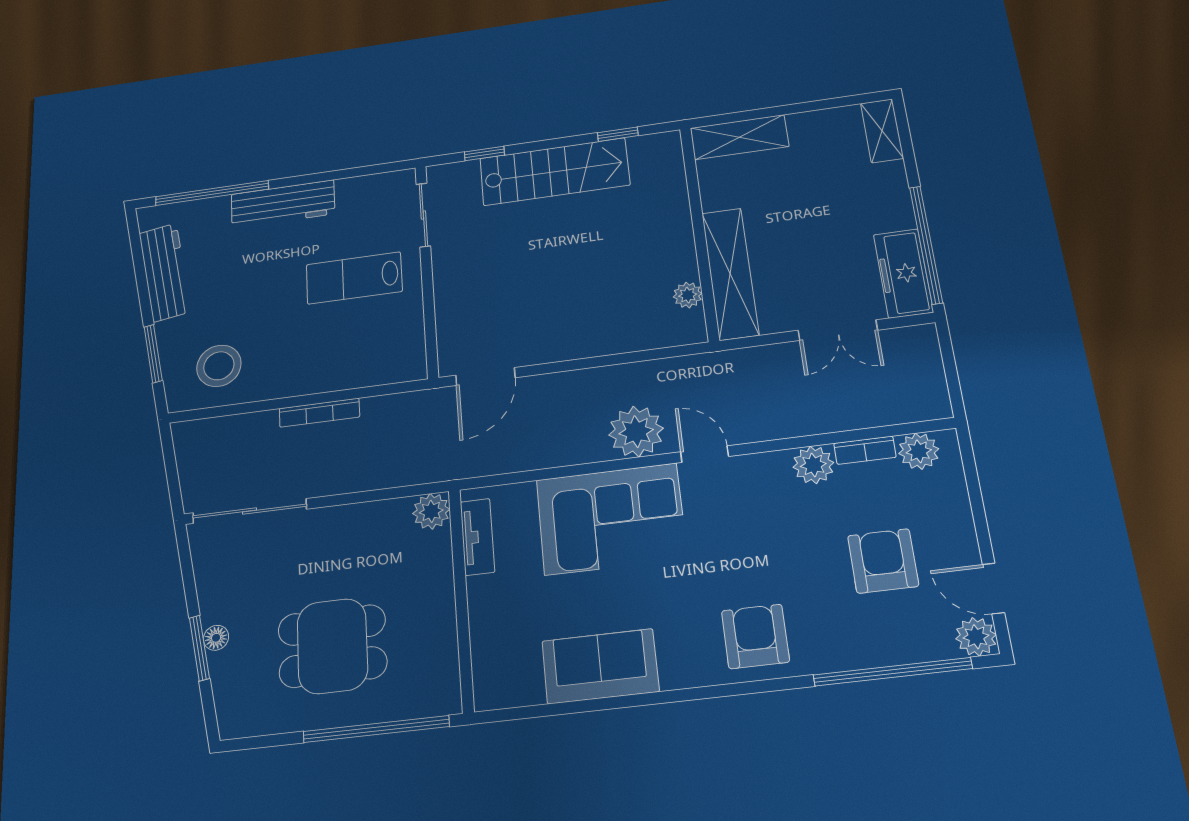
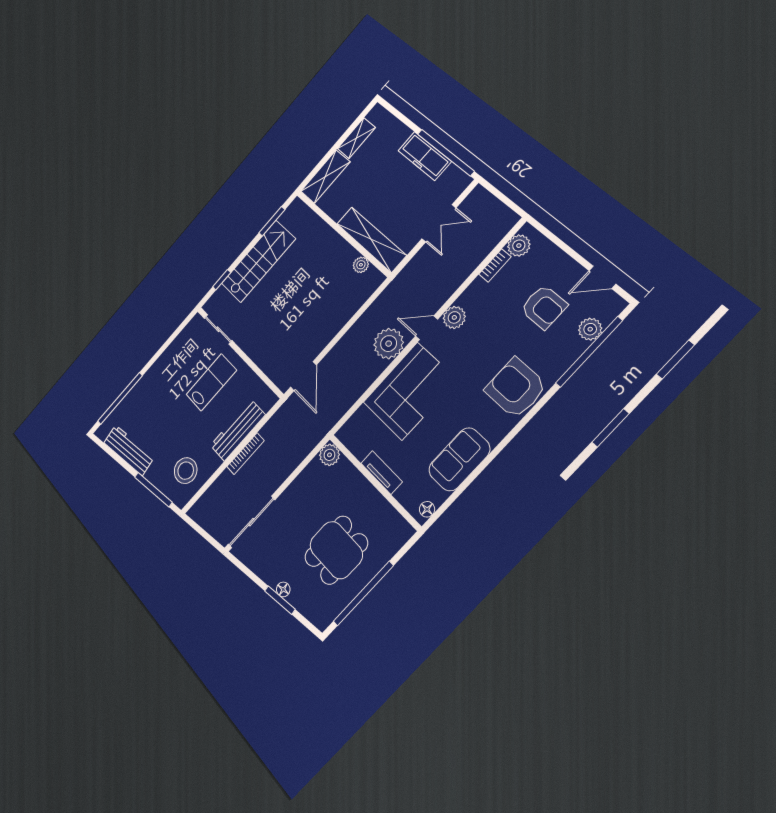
shelving: (882, 131) -> (356, 138), moved, turned 90
window: (618, 134) -> (272, 221), width x1.50
workbench: (283, 204) -> (238, 430), moved, turned 180
freezer: (903, 273) -> (425, 156), moved
lab bench: (354, 278) -> (211, 382), turned 180
window: (153, 354) -> (153, 490), width x1.44
plant: (813, 465) -> (454, 317), moved
tv unit: (477, 537) -> (382, 472), moved
armchair: (883, 561) -> (544, 307), turned 180
armchair: (755, 636) -> (516, 388), width x1.36, depth x1.36
plant: (976, 637) -> (590, 329), moved
floor lamp: (501, 696) -> (427, 509), added
window: (376, 729) -> (363, 594), moved

